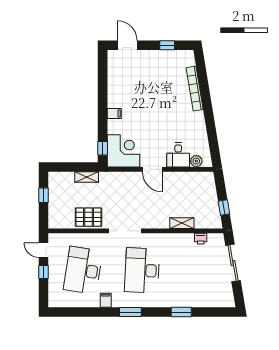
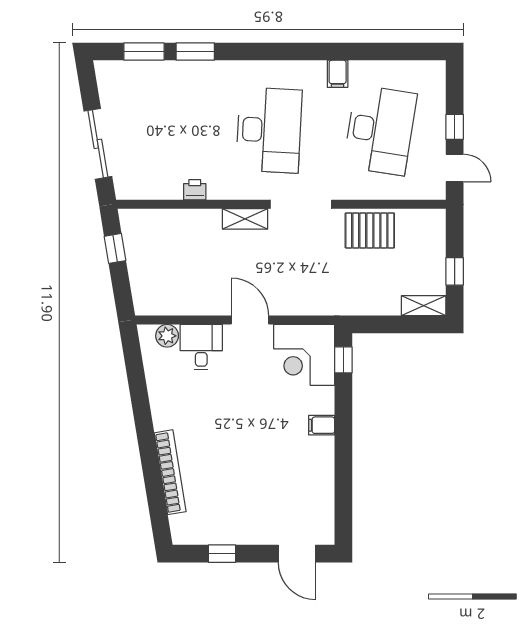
shelving: (87, 177) -> (424, 306), moved
shelving: (182, 223) -> (245, 219), moved
printer: (201, 239) -> (195, 190), moved
window: (130, 312) -> (144, 52), moved

